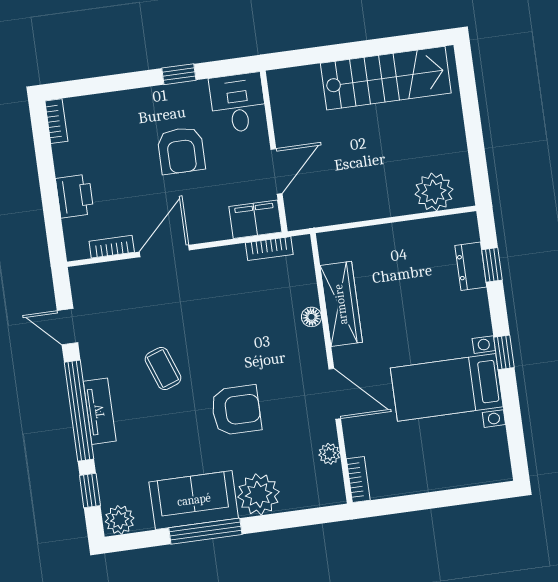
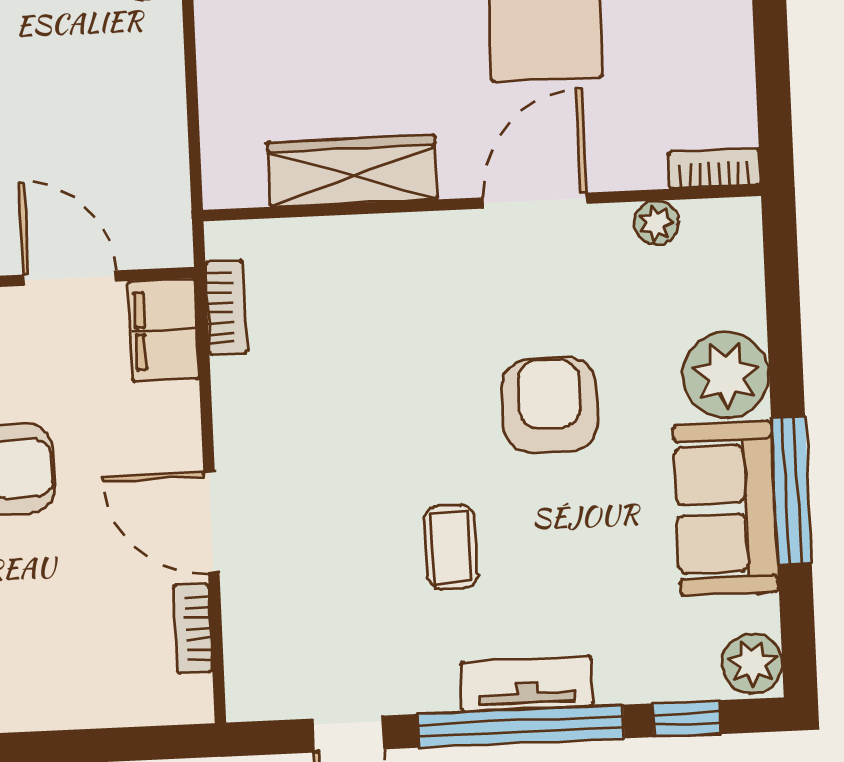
printer: (75, 196) -> (82, 695), removed
floor lamp: (311, 317) -> (373, 234), removed
coffee table: (163, 369) -> (451, 547), turned -70

